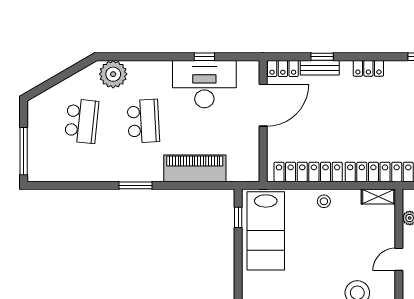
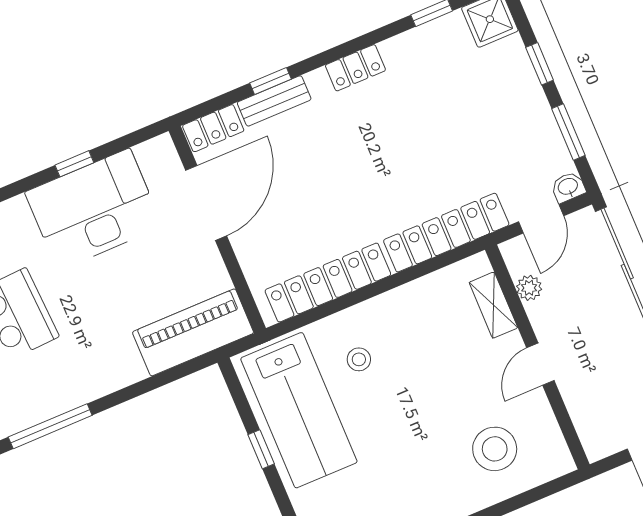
piano: (195, 168) -> (193, 332), moved
window: (135, 185) -> (50, 426), width x1.44
shelving: (378, 197) -> (493, 305), moved, turned 90
stool: (324, 201) -> (359, 359), moved
window: (238, 217) -> (261, 449), moved

